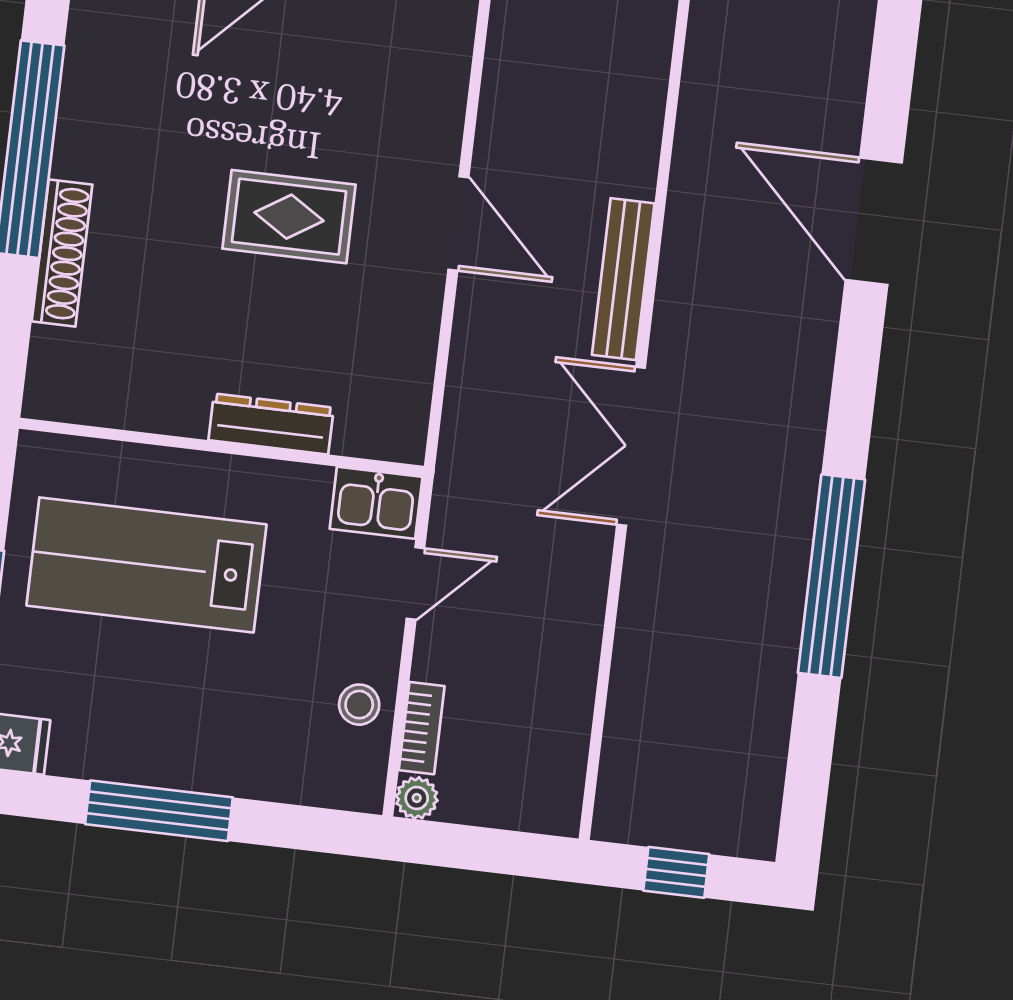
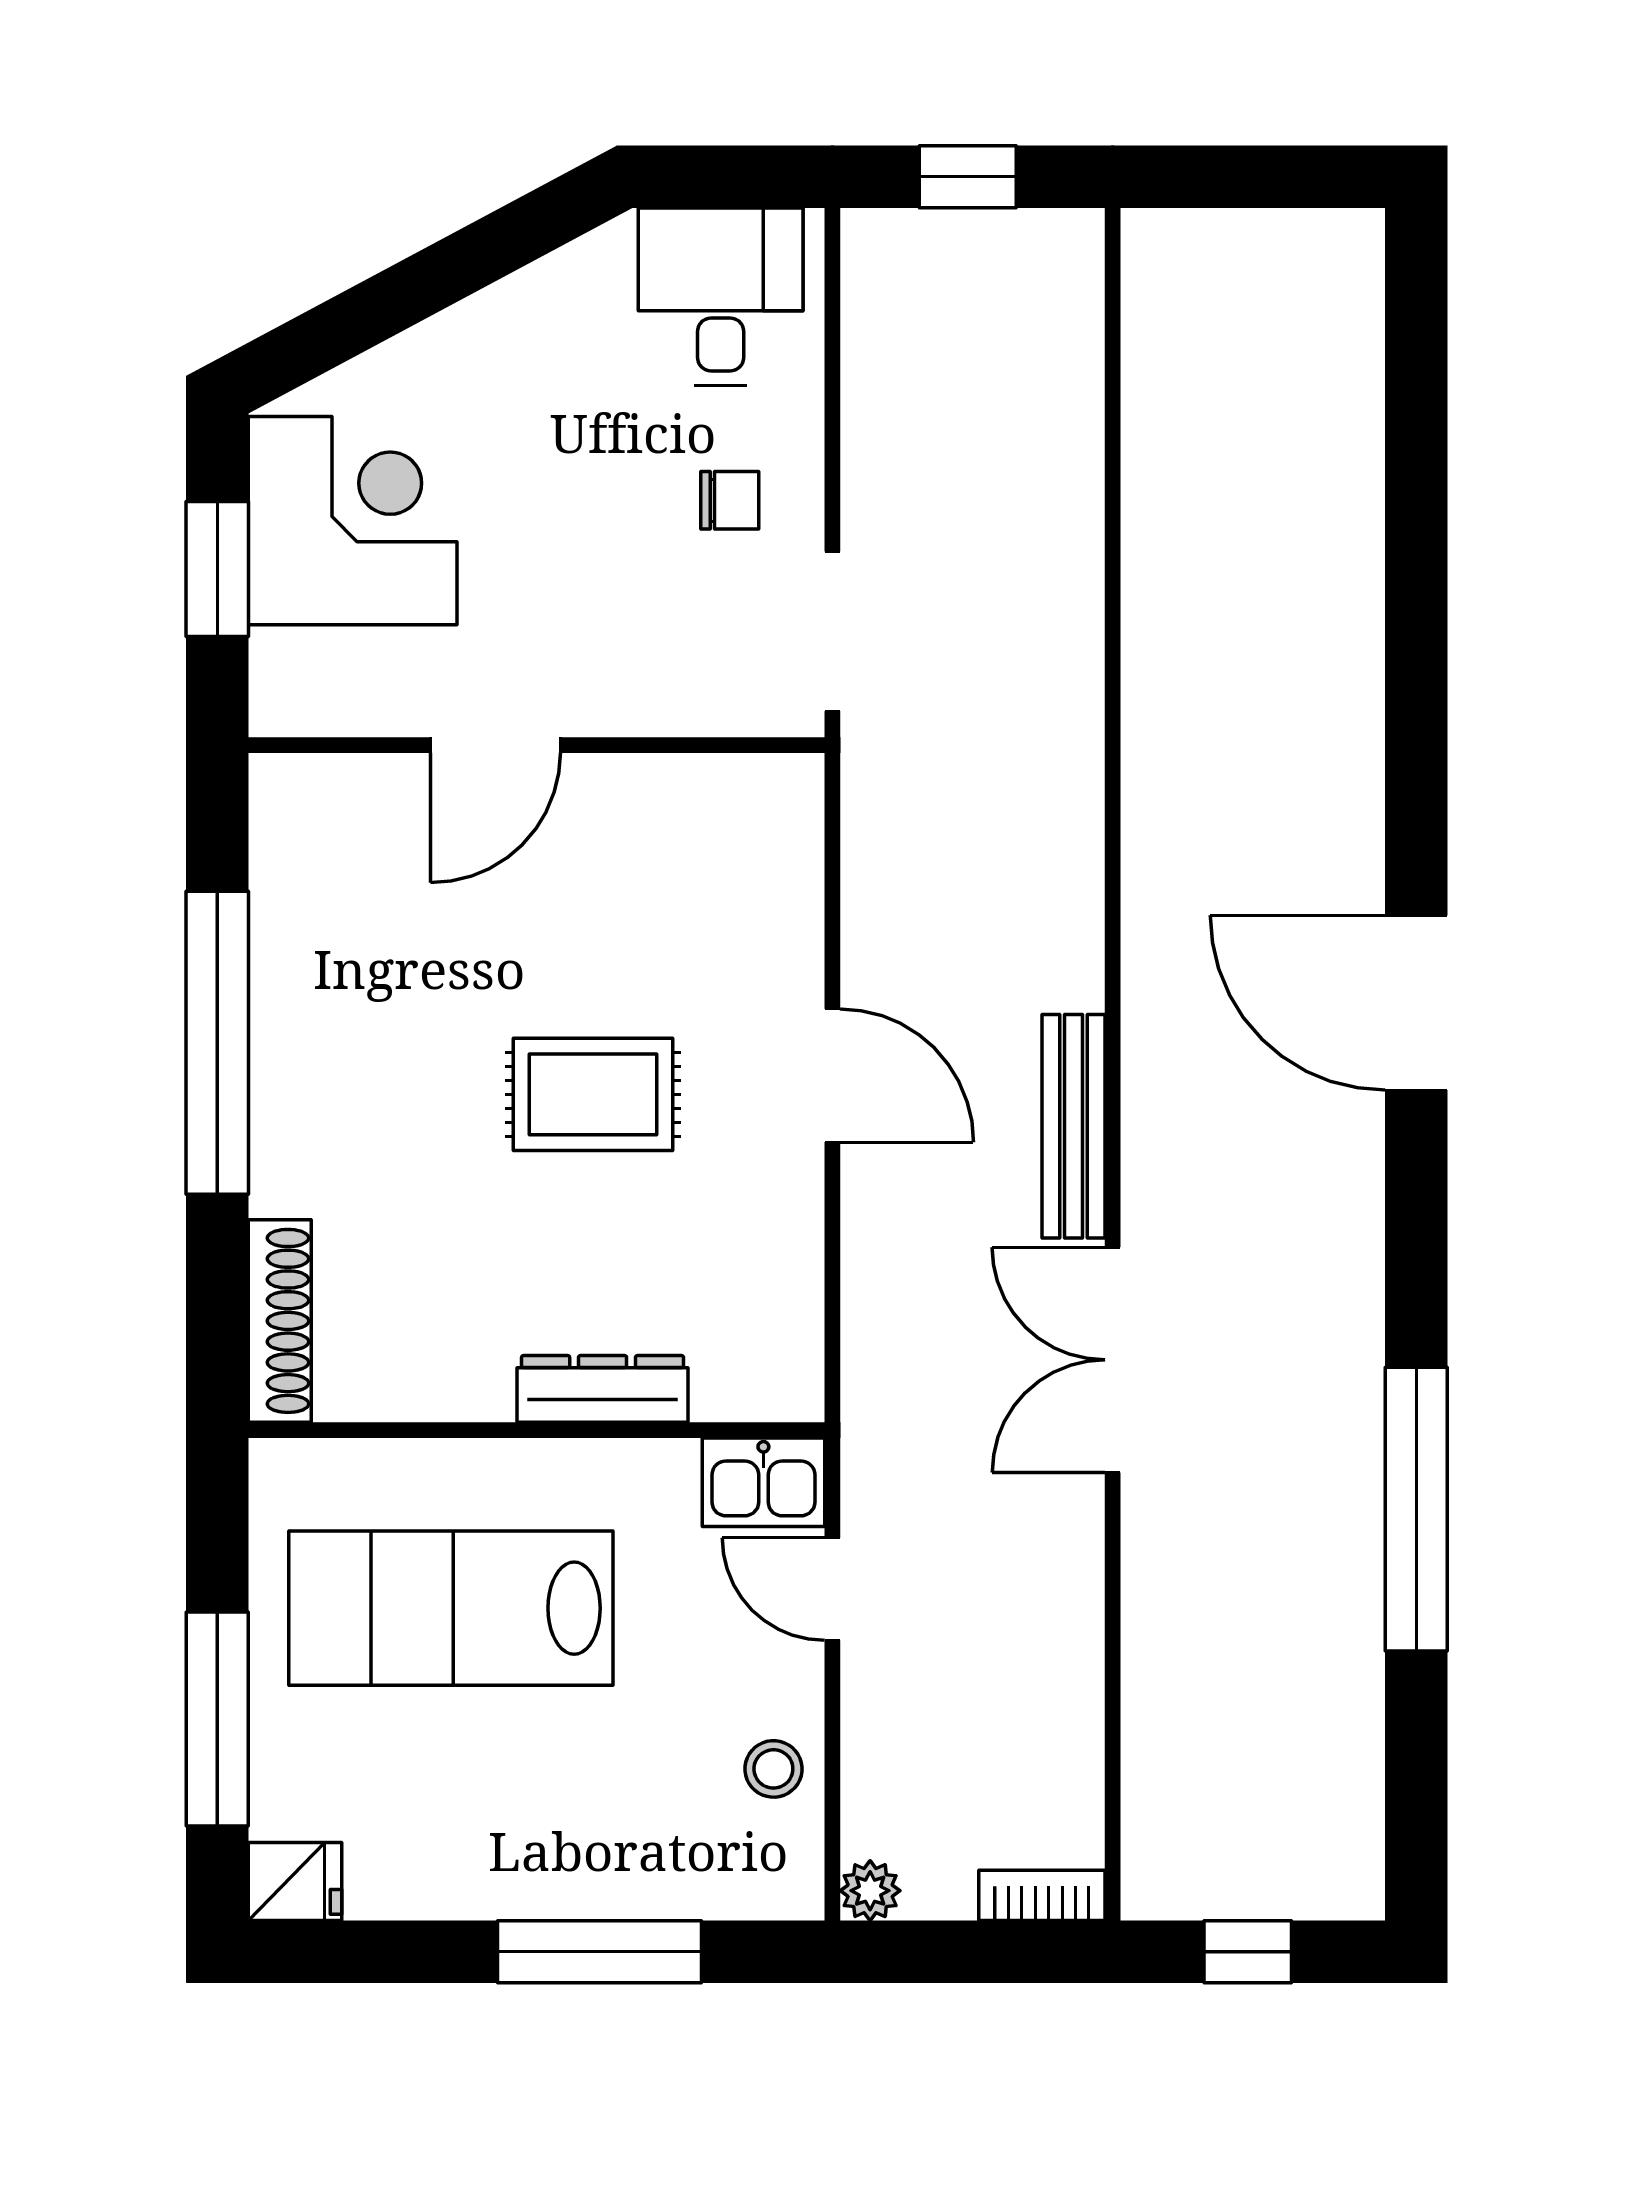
shoe rack: (62, 253) -> (280, 1321), moved
door: (415, 583) -> (832, 1589), swing flipped
bookcase: (422, 728) -> (1042, 1895), moved, turned -90
window: (159, 811) -> (599, 1952), moved

